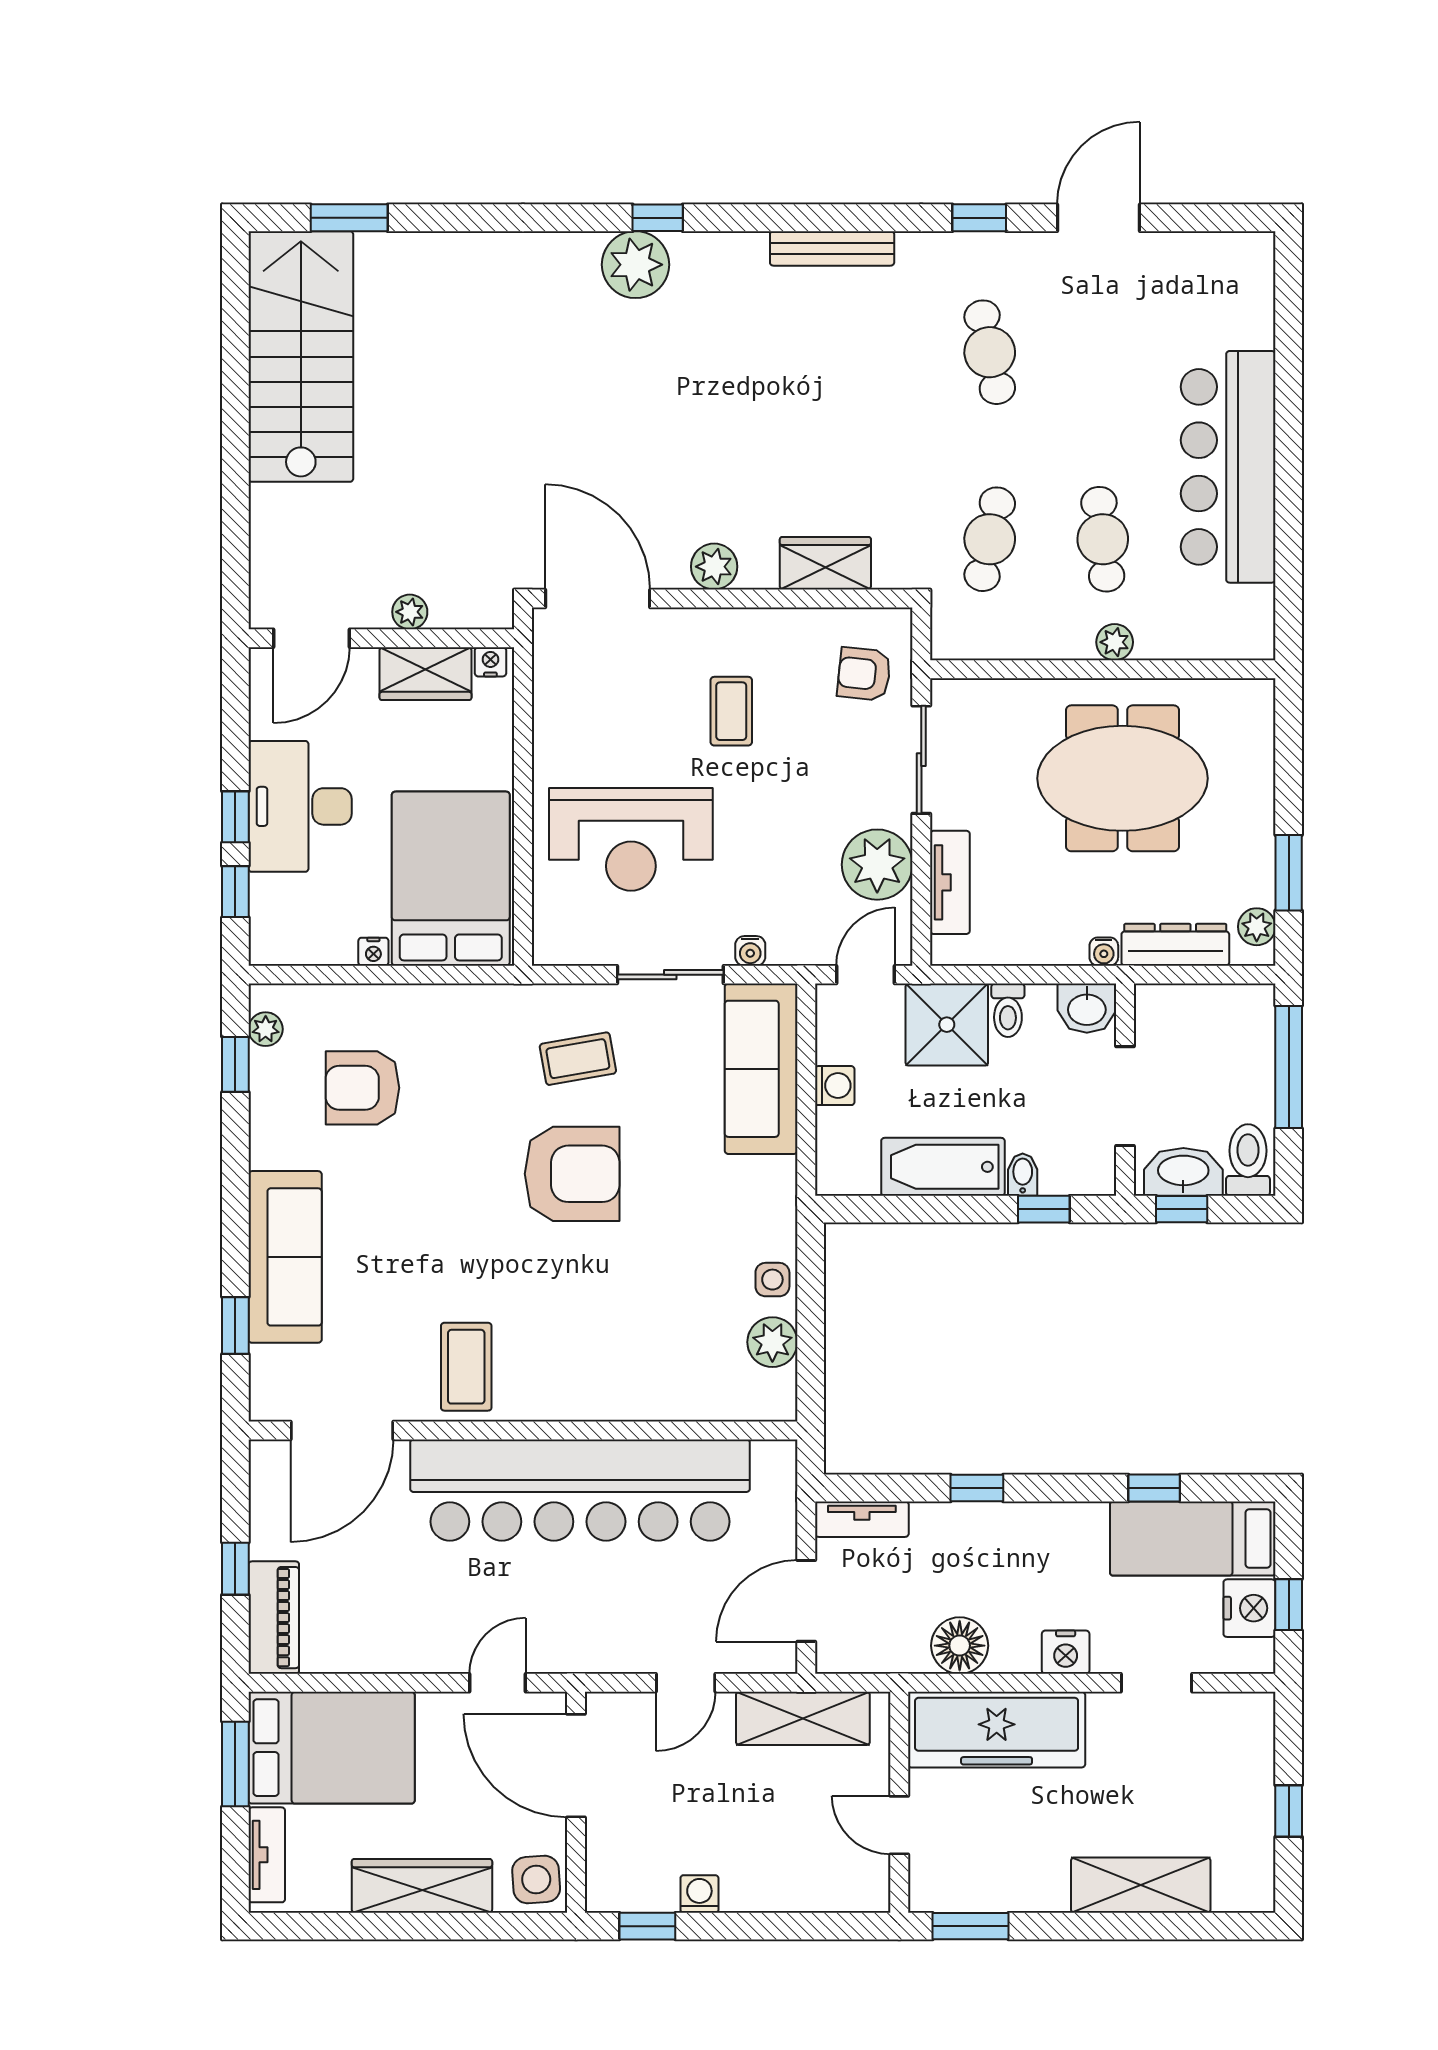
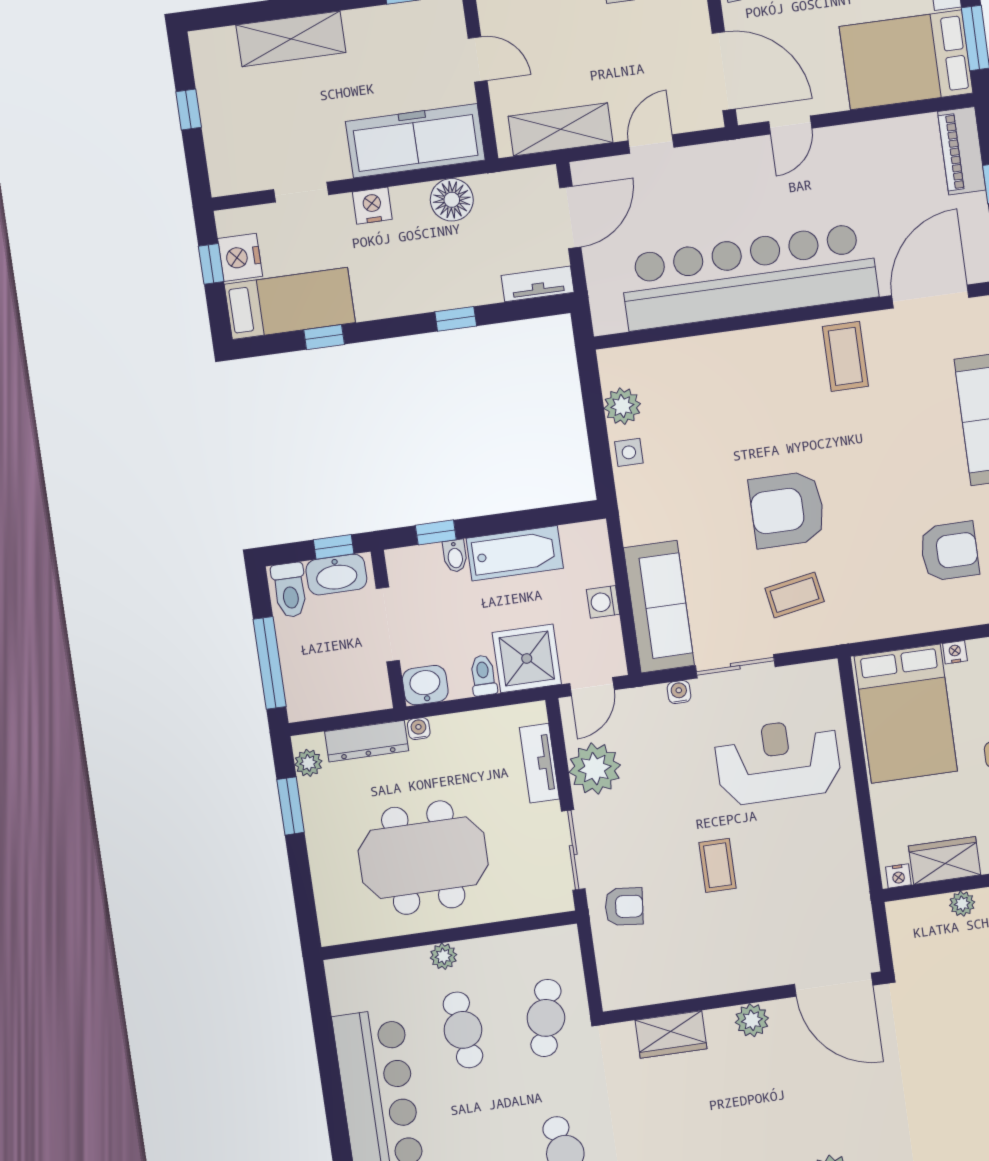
wardrobe: (825, 563) -> (671, 1034), moved
plant: (714, 567) -> (752, 1020), moved
door: (598, 598) -> (834, 985), moved
wall: (722, 598) -> (743, 998), moved

